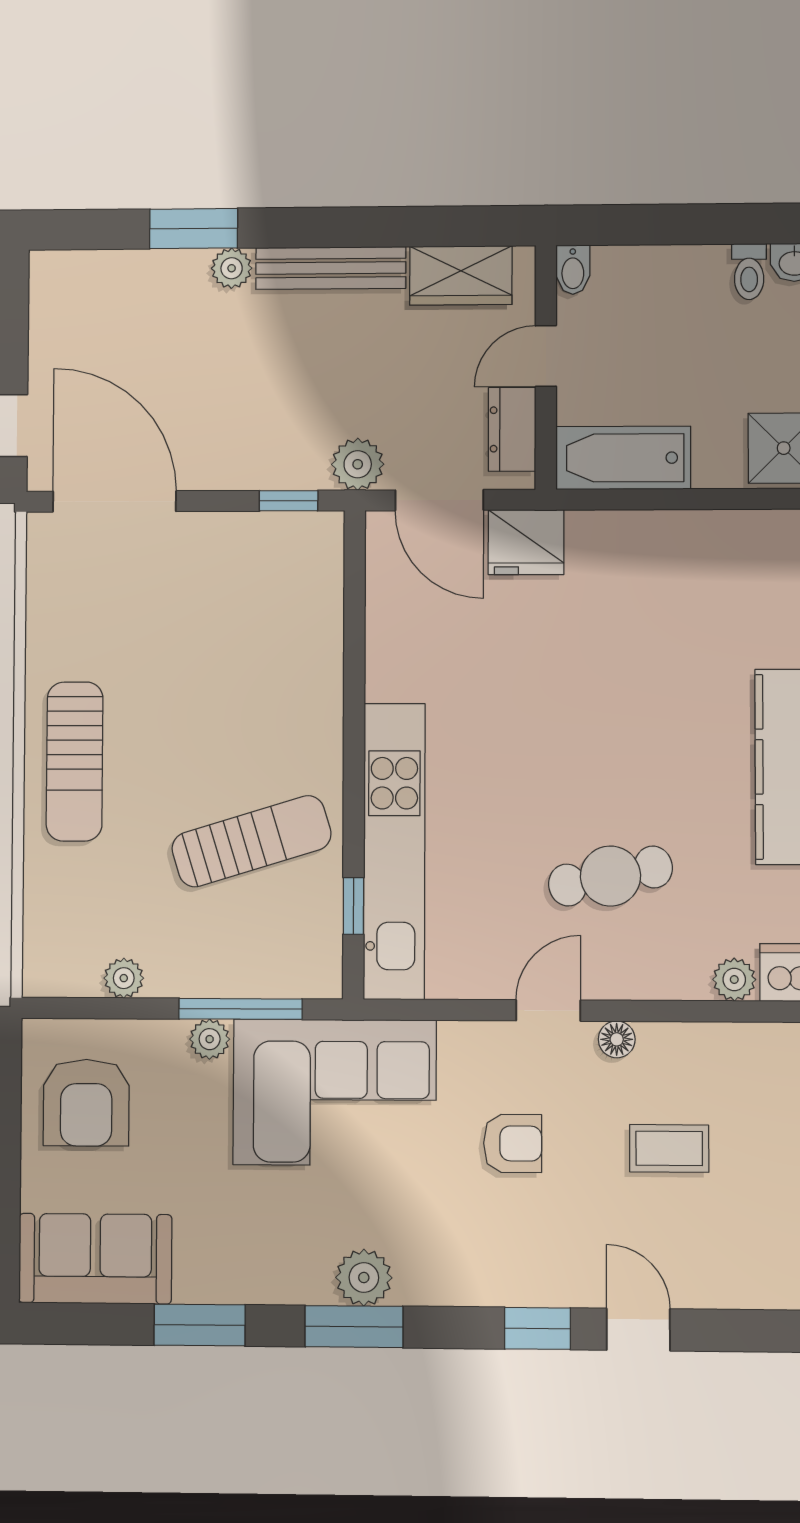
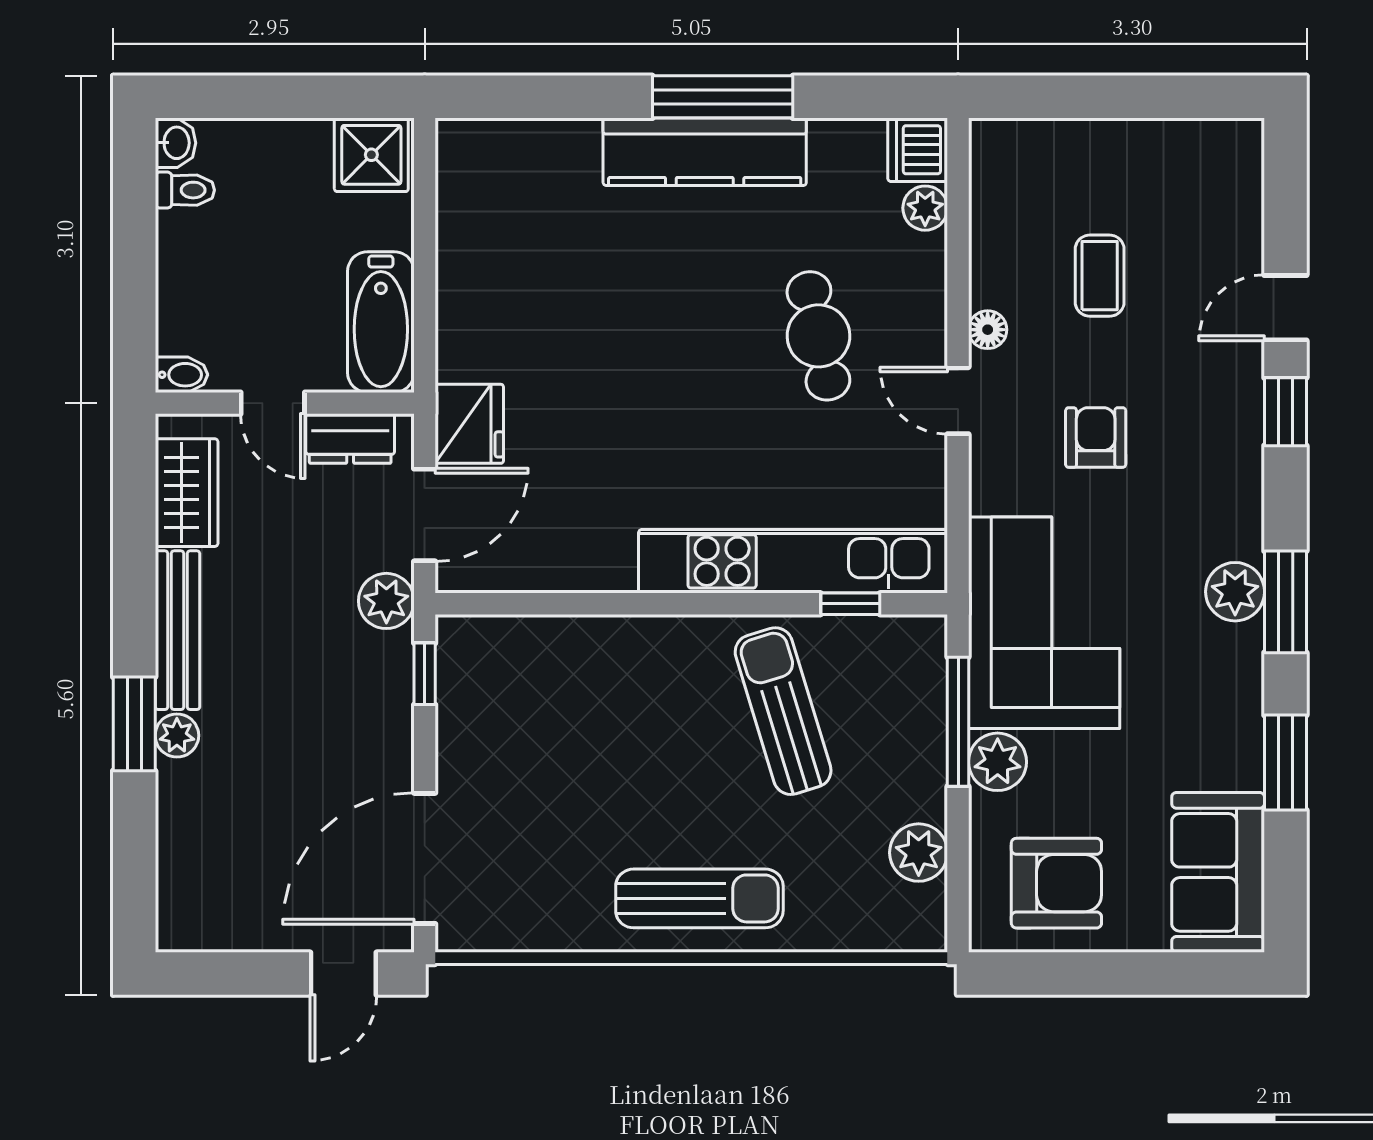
window: (194, 229) -> (134, 724), moved
plant: (124, 978) -> (919, 853), width x1.38, depth x1.38
plant: (210, 1039) -> (998, 762), width x1.38, depth x1.38

